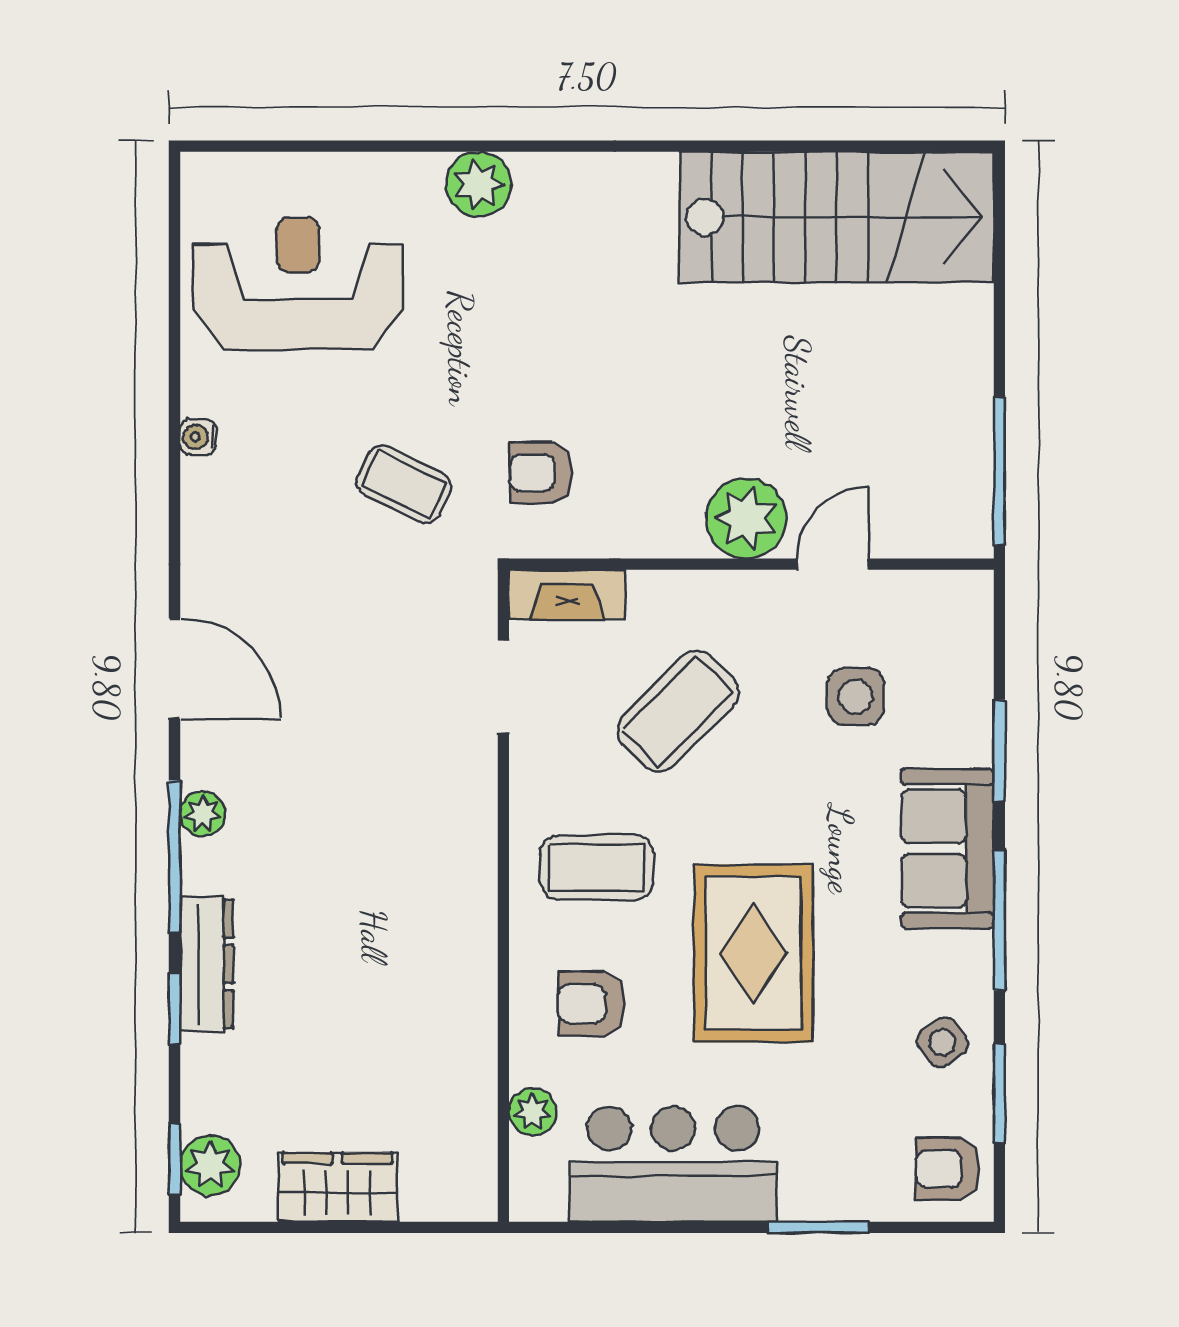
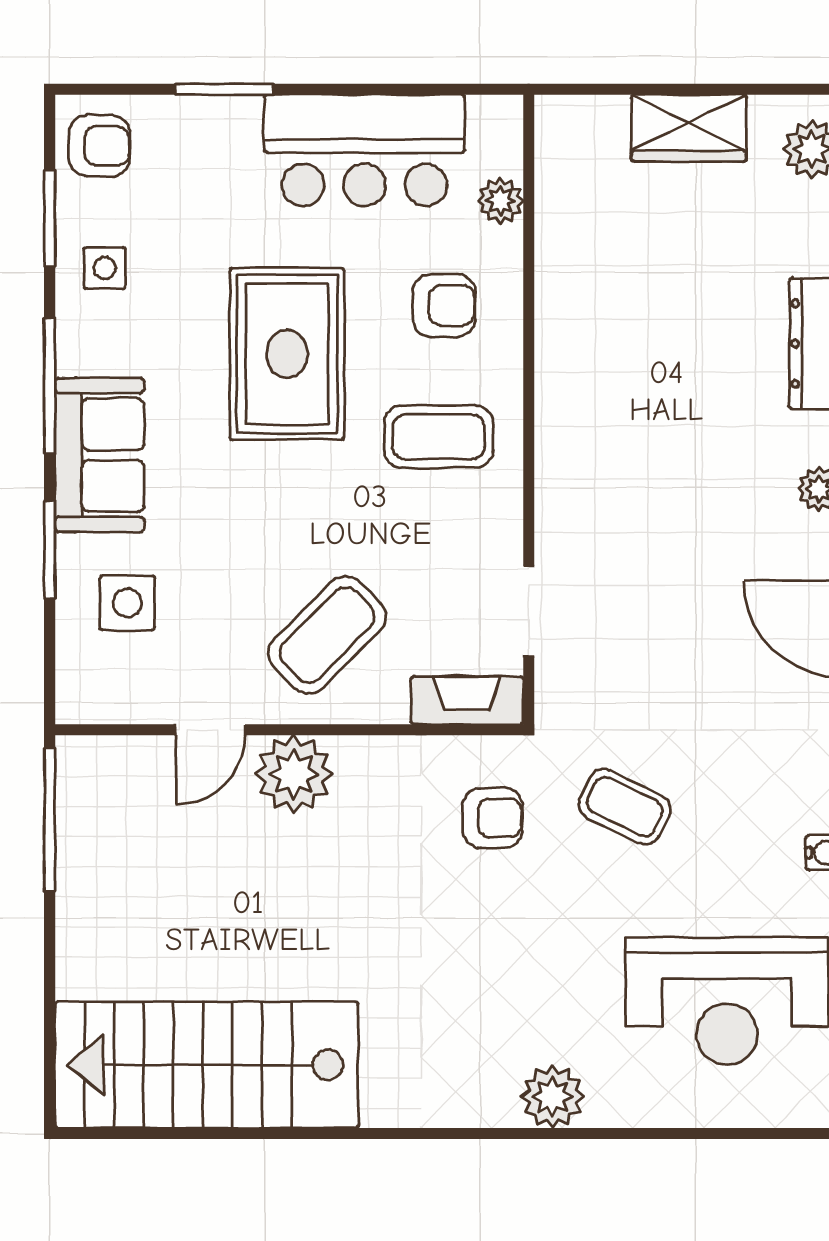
side table: (856, 696) -> (127, 603), moved
coffee table: (678, 711) -> (327, 635), moved
side table: (942, 1042) -> (105, 268), turned 36

